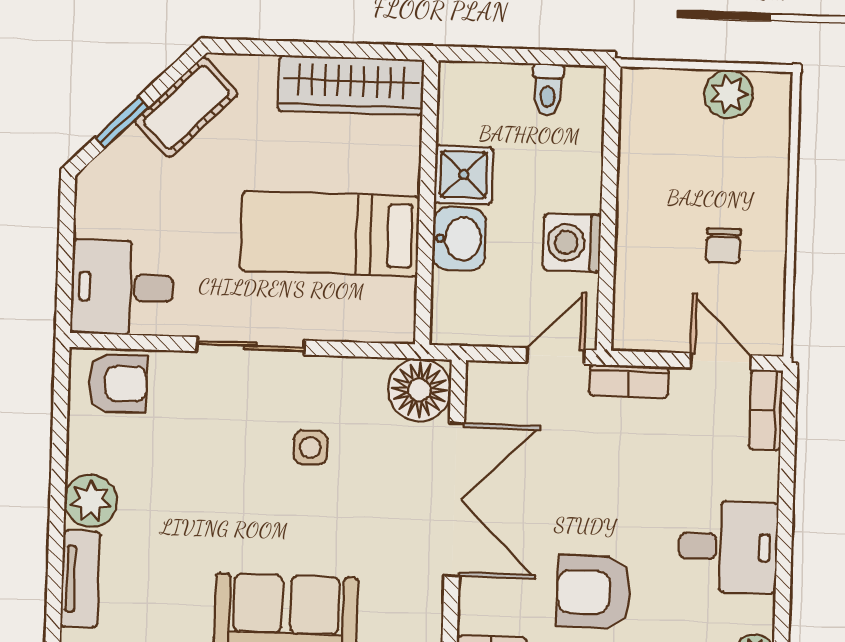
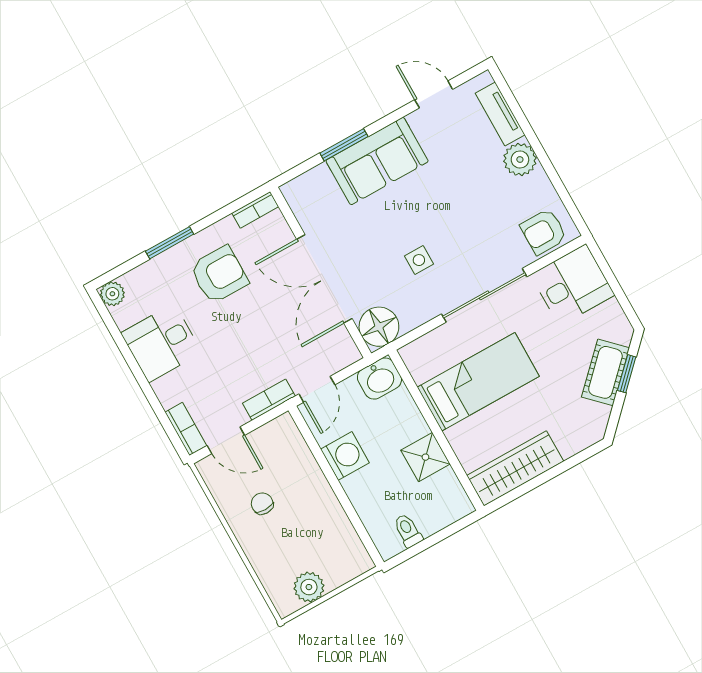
cot: (186, 107) -> (605, 372), moved
washbasin: (459, 239) -> (379, 379), moved, turned -90
sliding door: (251, 346) -> (484, 295), width x1.37

